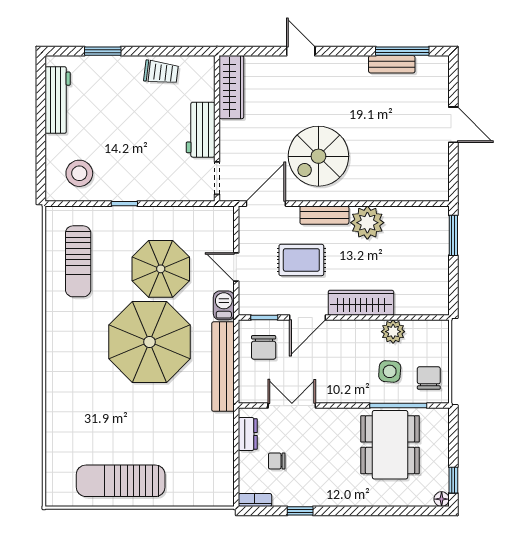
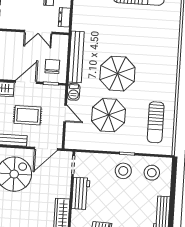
stool: (129, 173) -> (123, 171), added
sun lounger: (78, 261) -> (156, 122), turned 180
parasol: (150, 342) -> (117, 74), width x0.73, depth x0.73

